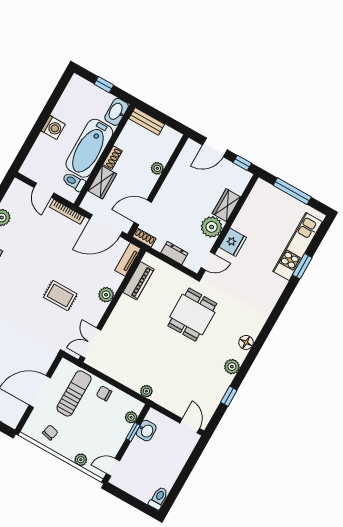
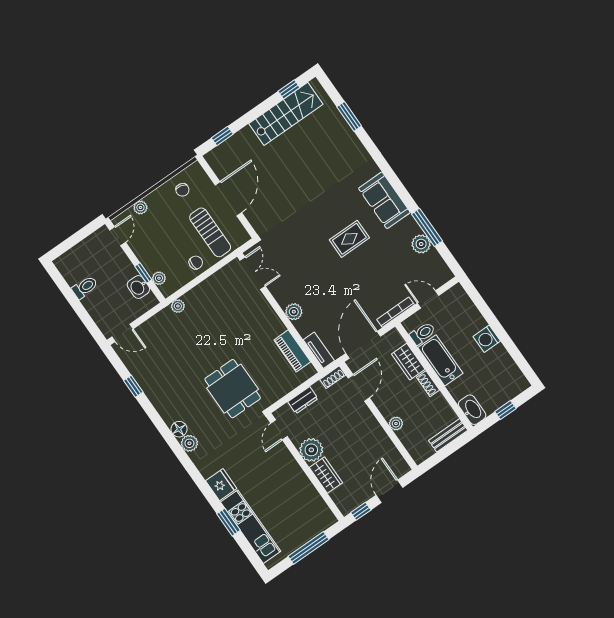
bathtub: (89, 148) -> (440, 360), width x0.73, depth x0.73
fridge: (233, 242) -> (221, 485), moved, turned 180
rug: (60, 296) -> (349, 239), moved
plant: (232, 367) -> (189, 443), moved
toilet: (158, 498) -> (85, 287), moved, turned -90

